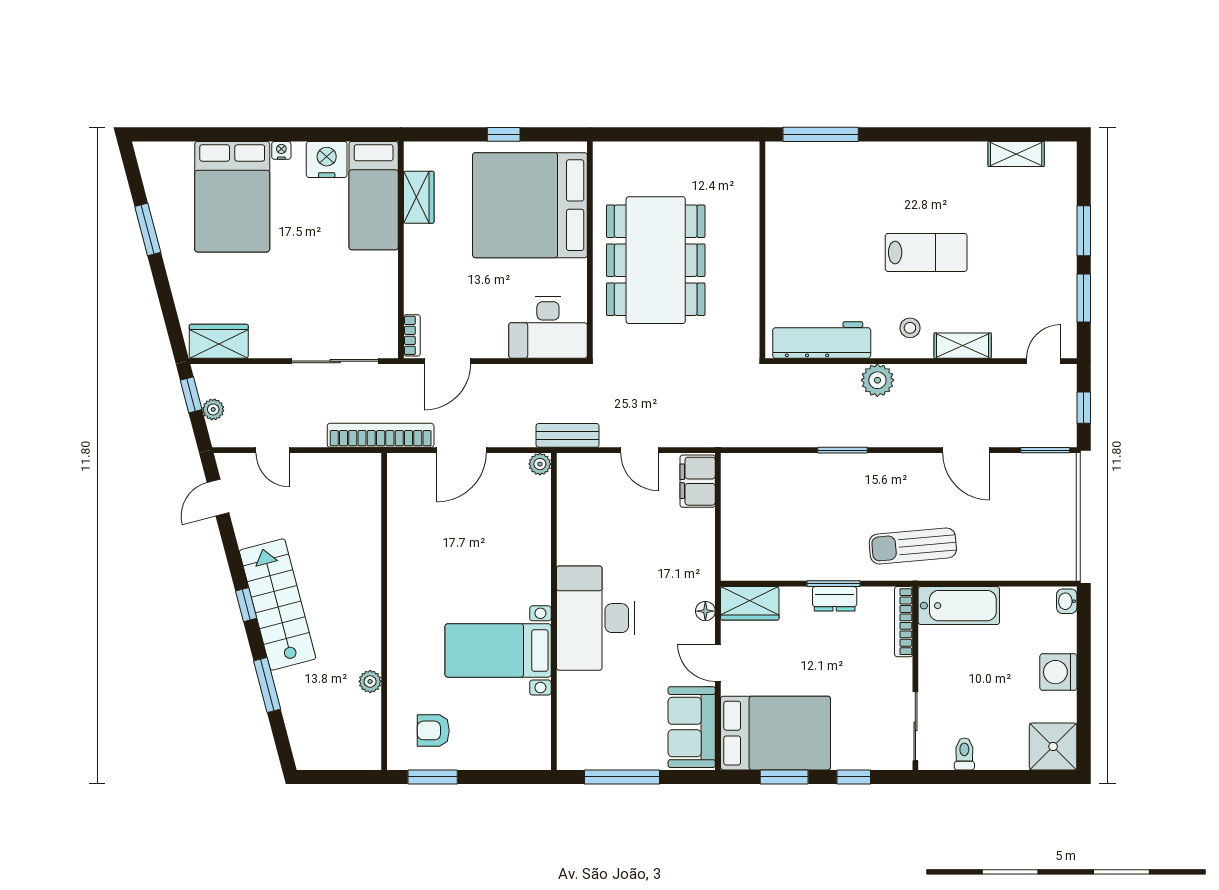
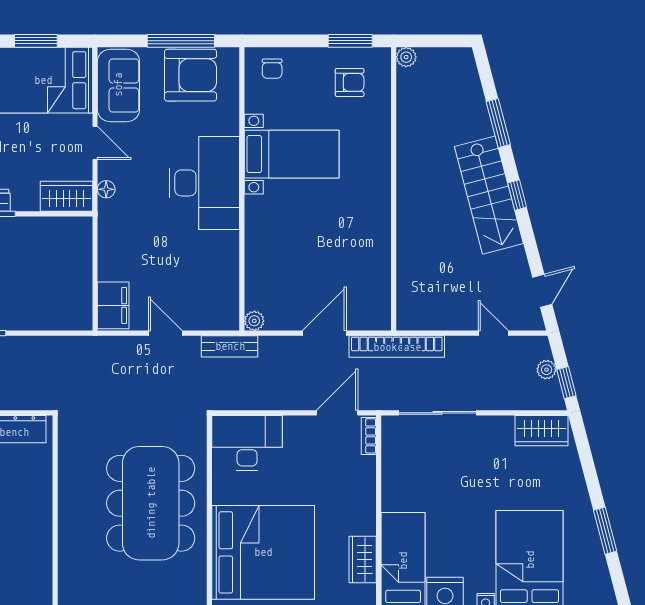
plant: (370, 681) -> (406, 57), moved
armchair: (611, 739) -> (190, 75), added
chair: (520, 746) -> (272, 69), added

